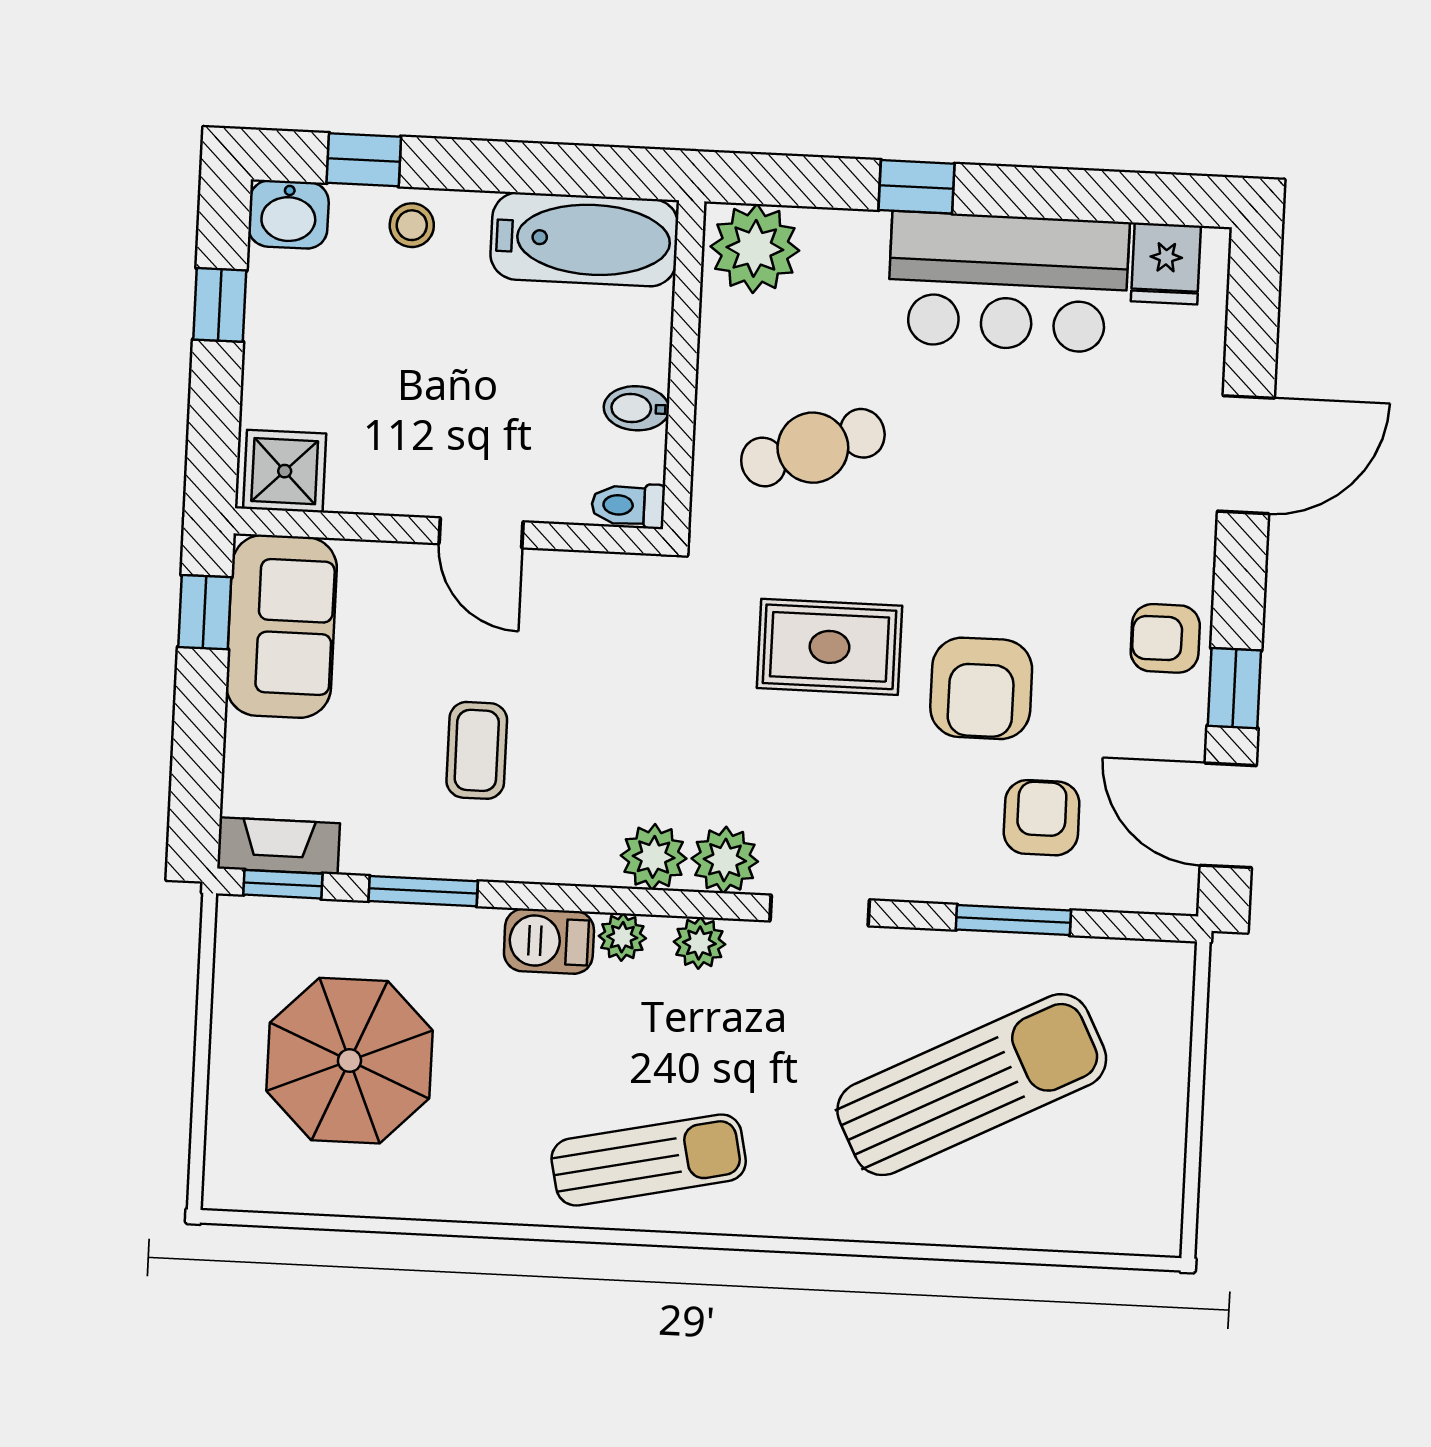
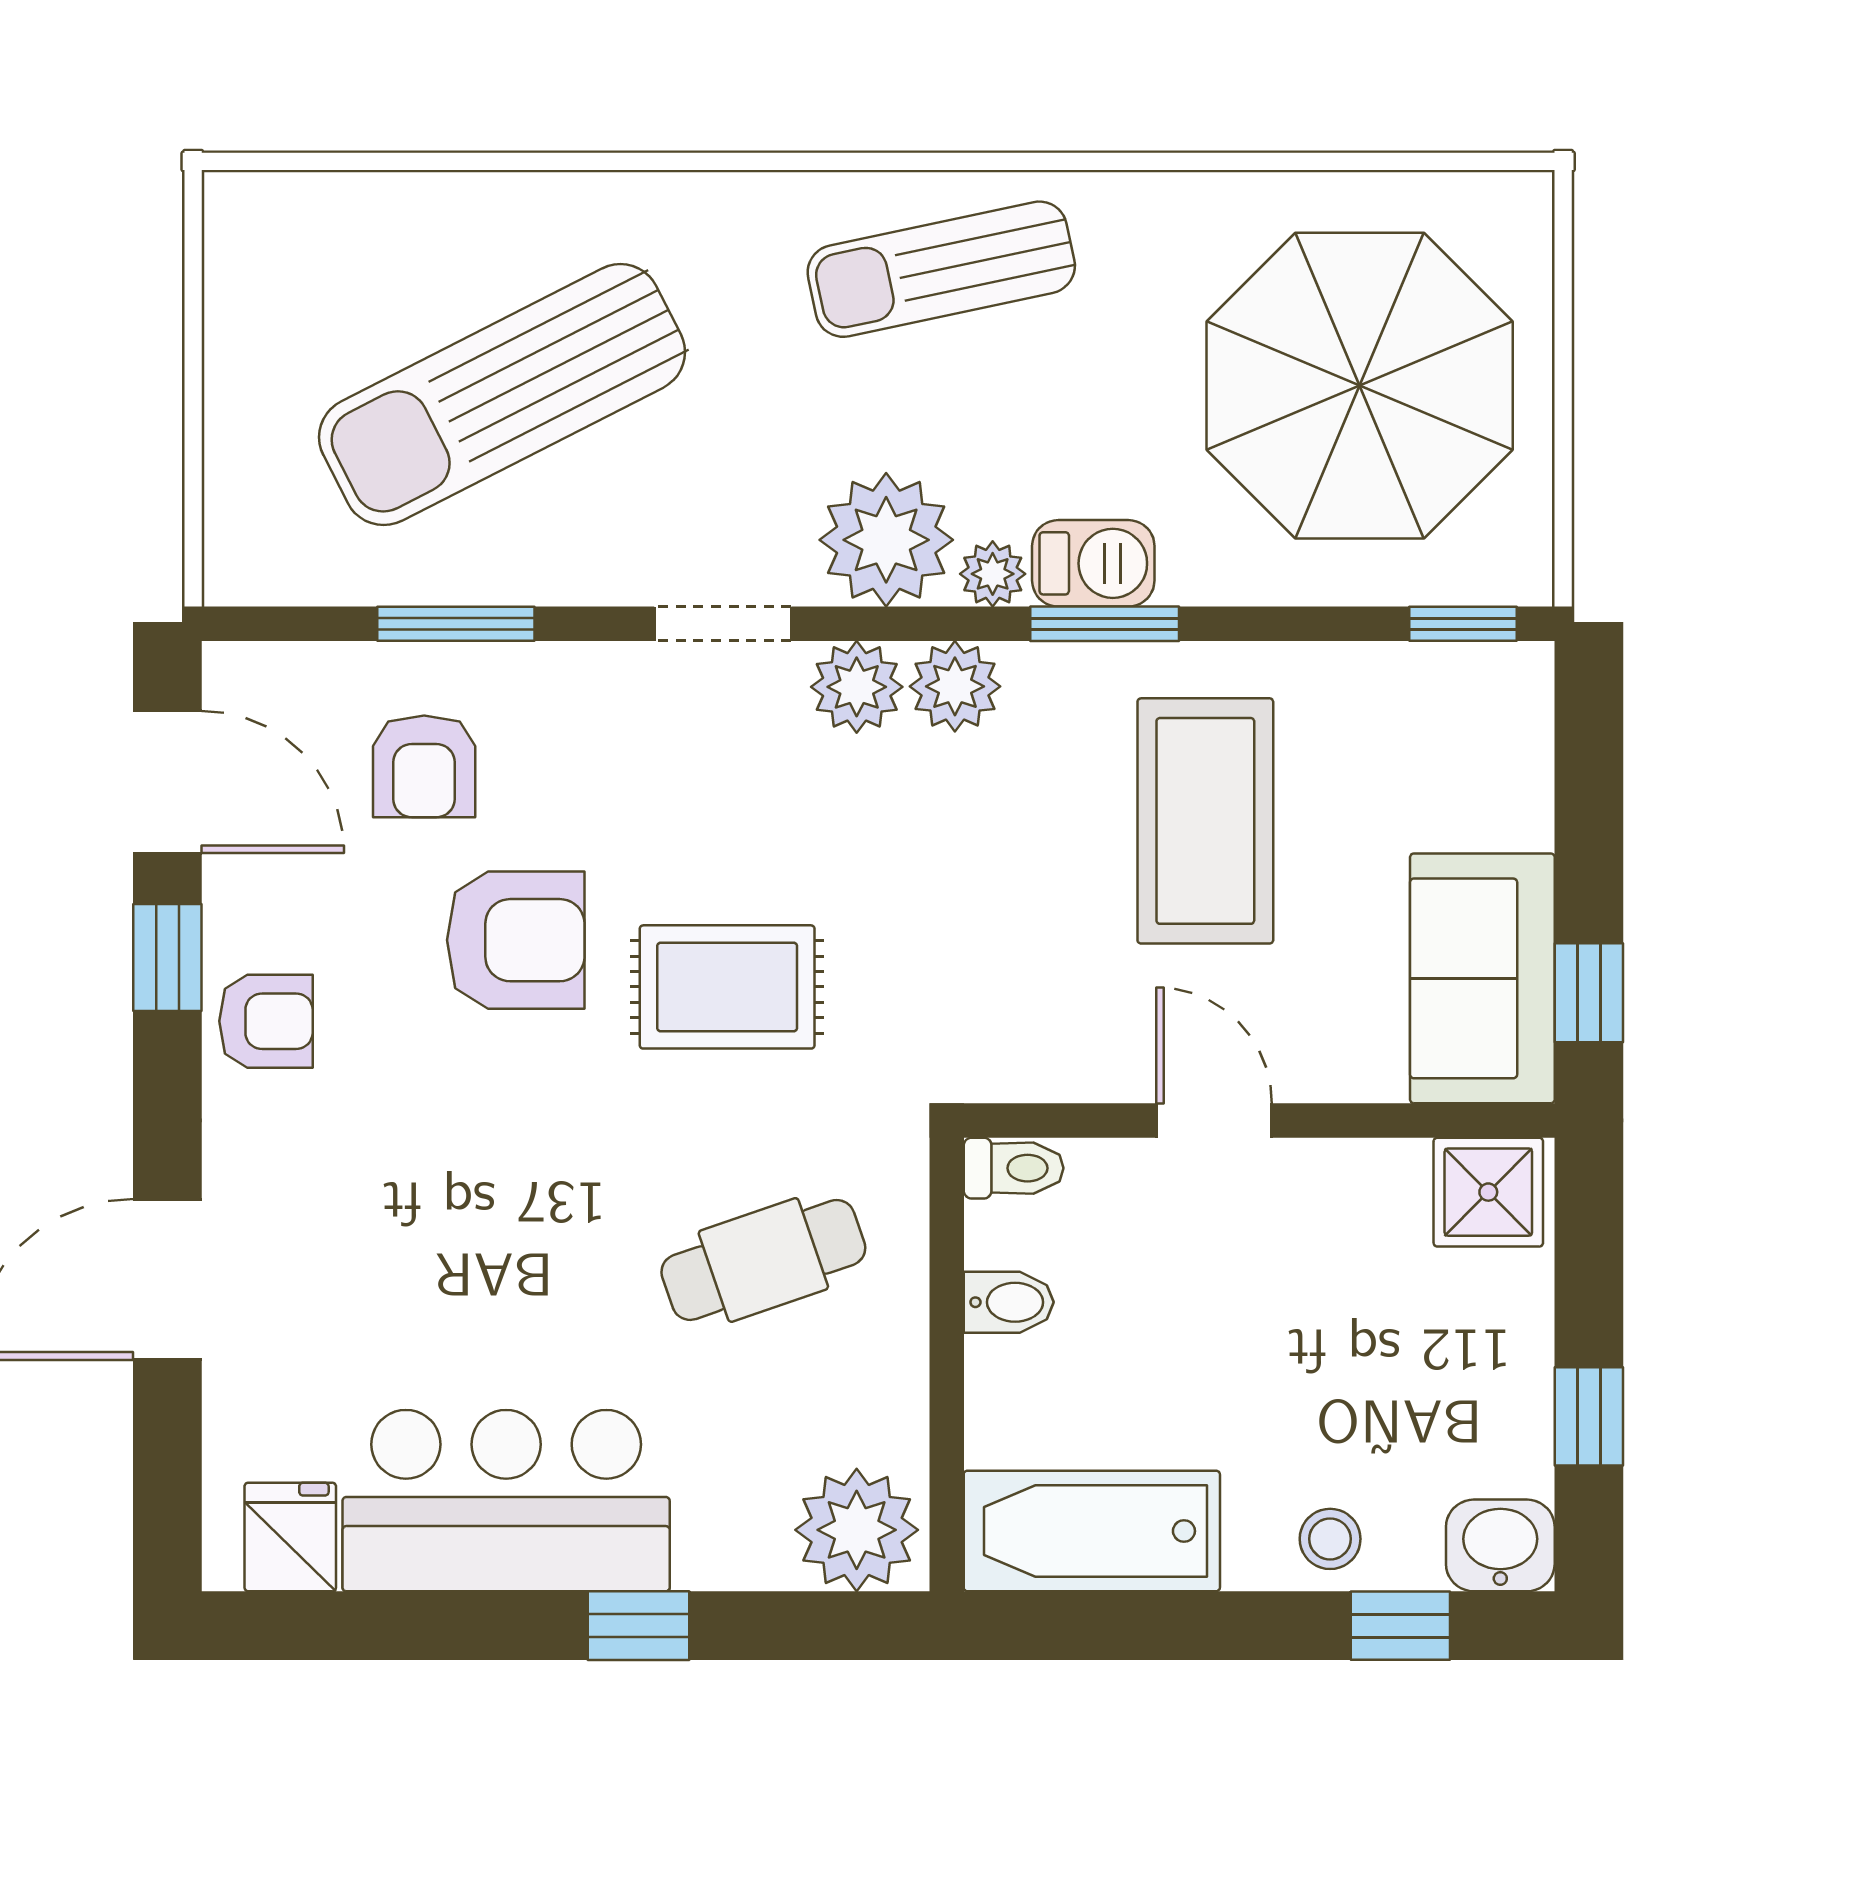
armchair: (981, 688) -> (516, 940), turned 90
coffee table: (477, 750) -> (1205, 821), width x1.86, depth x1.72
fireplace: (278, 846) -> (1472, 676), removed
window: (423, 891) -> (1105, 624), moved
plant: (699, 943) -> (886, 540), width x1.88, depth x1.88
parasol: (349, 1061) -> (1360, 386), width x1.36, depth x1.36

